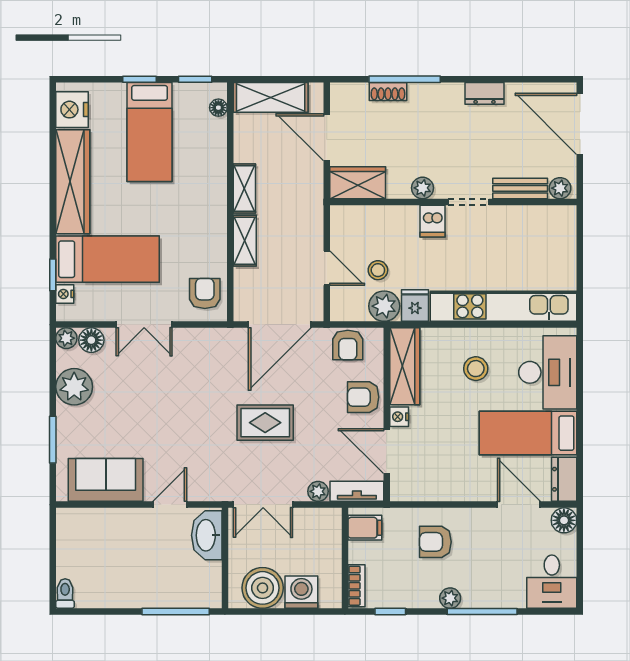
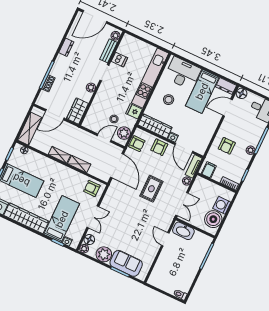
dishwasher: (433, 221) -> (119, 60), moved
plant: (384, 306) -> (124, 133), moved
door: (387, 451) -> (184, 148), hinge flipped
sofa: (106, 480) -> (126, 263), moved, turned 90

